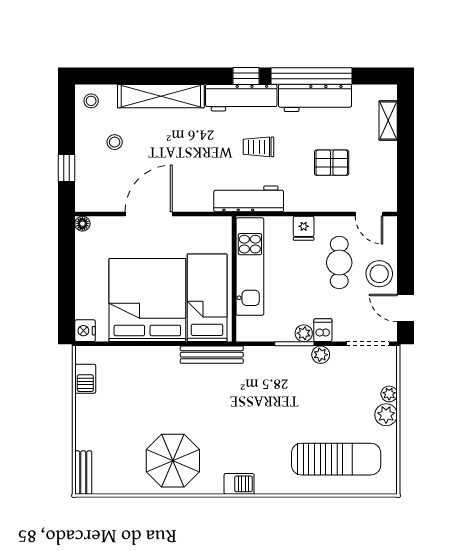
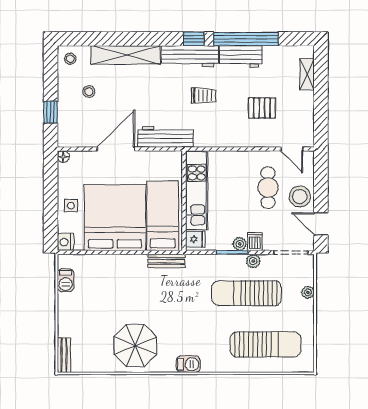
workbench: (315, 98) -> (241, 56), width x0.73
trolley: (259, 147) -> (204, 95), turned 180
workbench: (249, 199) -> (166, 137), moved
fridge: (304, 228) -> (195, 239), moved, turned -90
side table: (92, 285) -> (71, 206), added
bench: (212, 355) -> (166, 261), width x0.73
sun lounger: (312, 395) -> (247, 293), added
plant: (386, 415) -> (305, 309), removed

